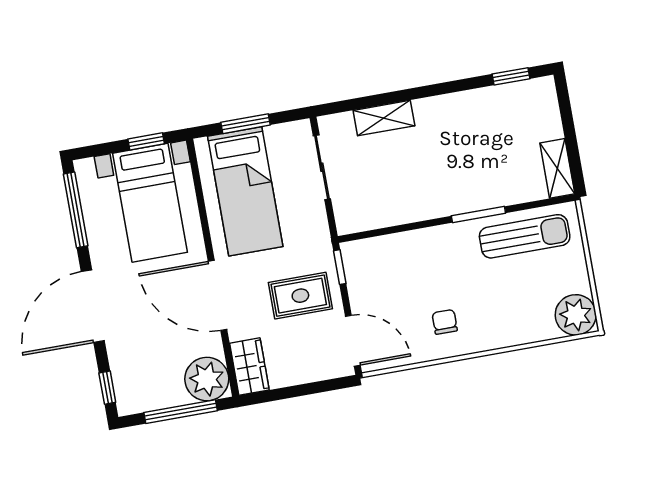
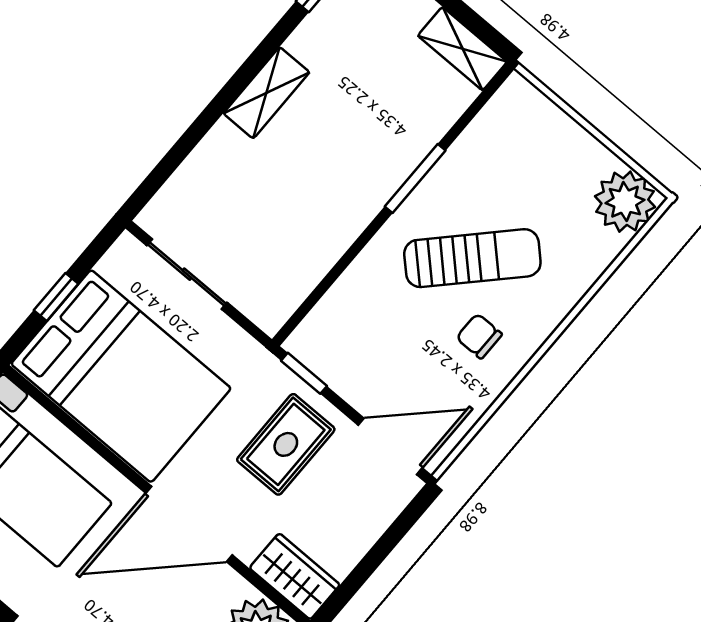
shelving: (384, 118) -> (266, 93), moved
window: (246, 124) -> (56, 297), width x0.67
bed: (245, 191) -> (121, 376), width x1.50
sun lounger: (525, 236) -> (472, 258), moved, turned 44

